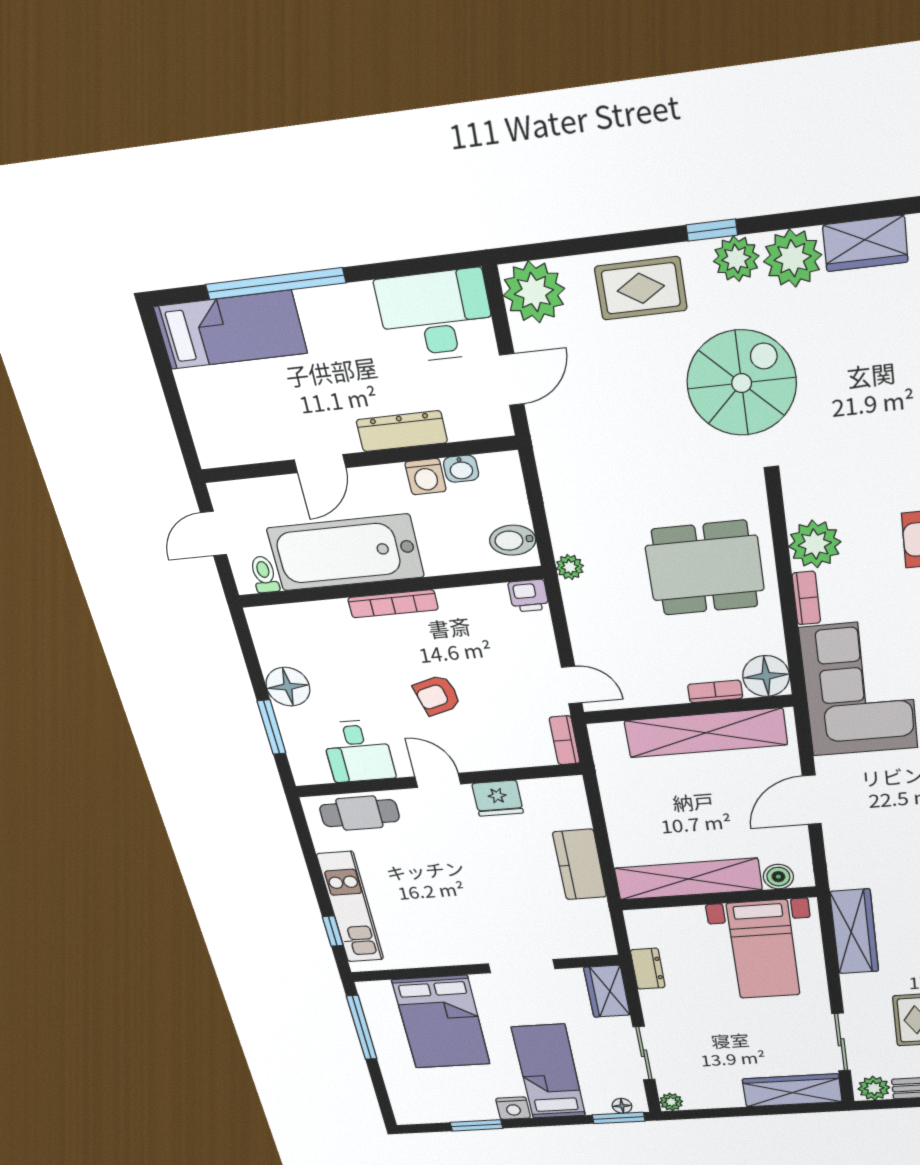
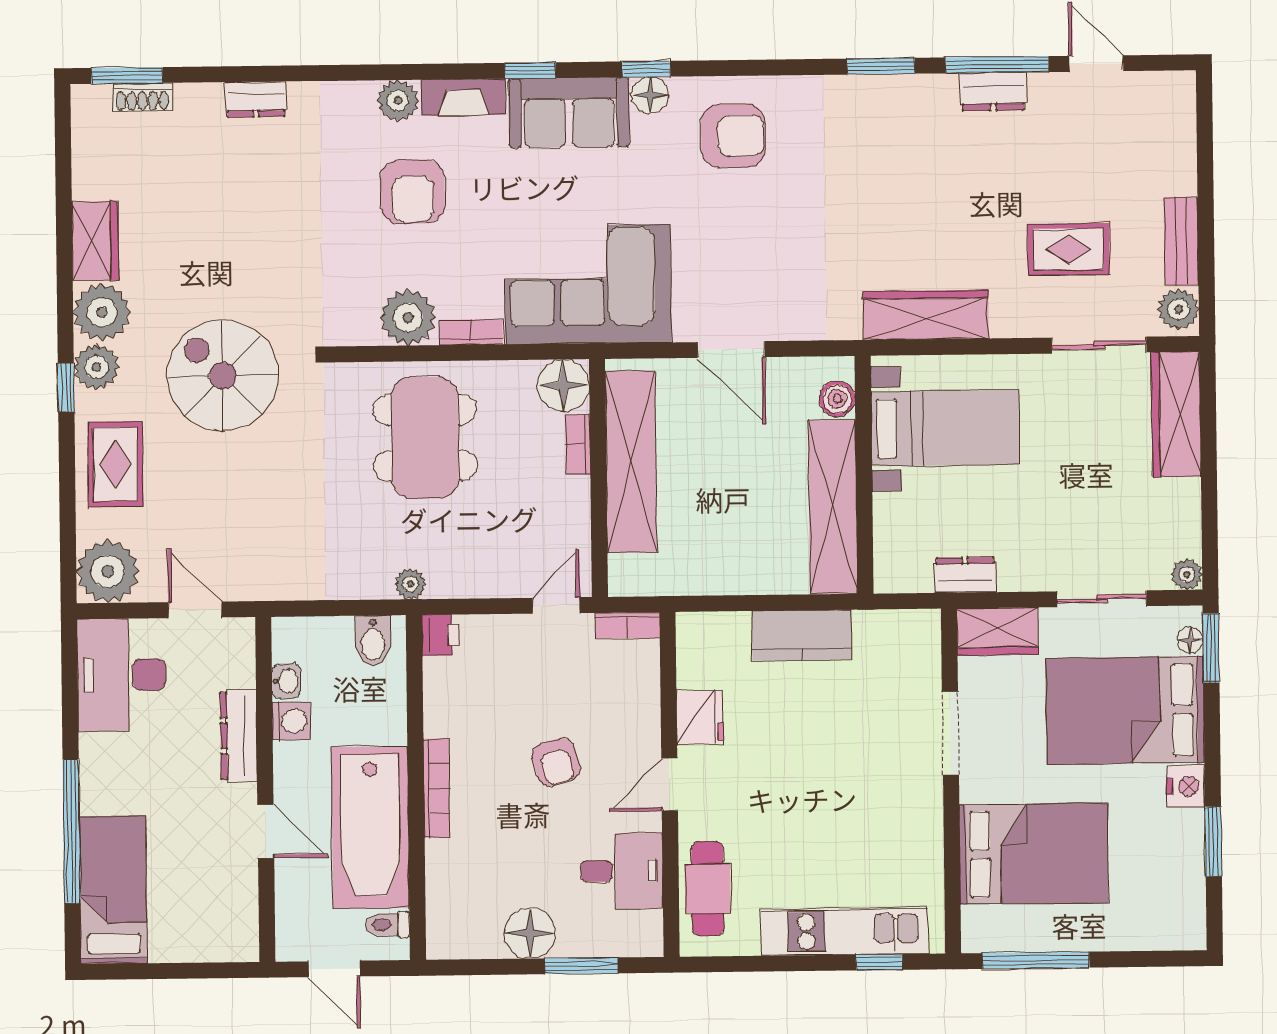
bed: (549, 1072) -> (1125, 710), width x1.50

